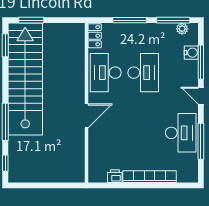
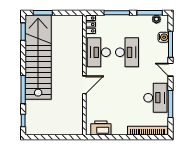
printer: (115, 176) -> (101, 128), width x1.87, depth x1.48
bookcase: (150, 177) -> (148, 131), moved

